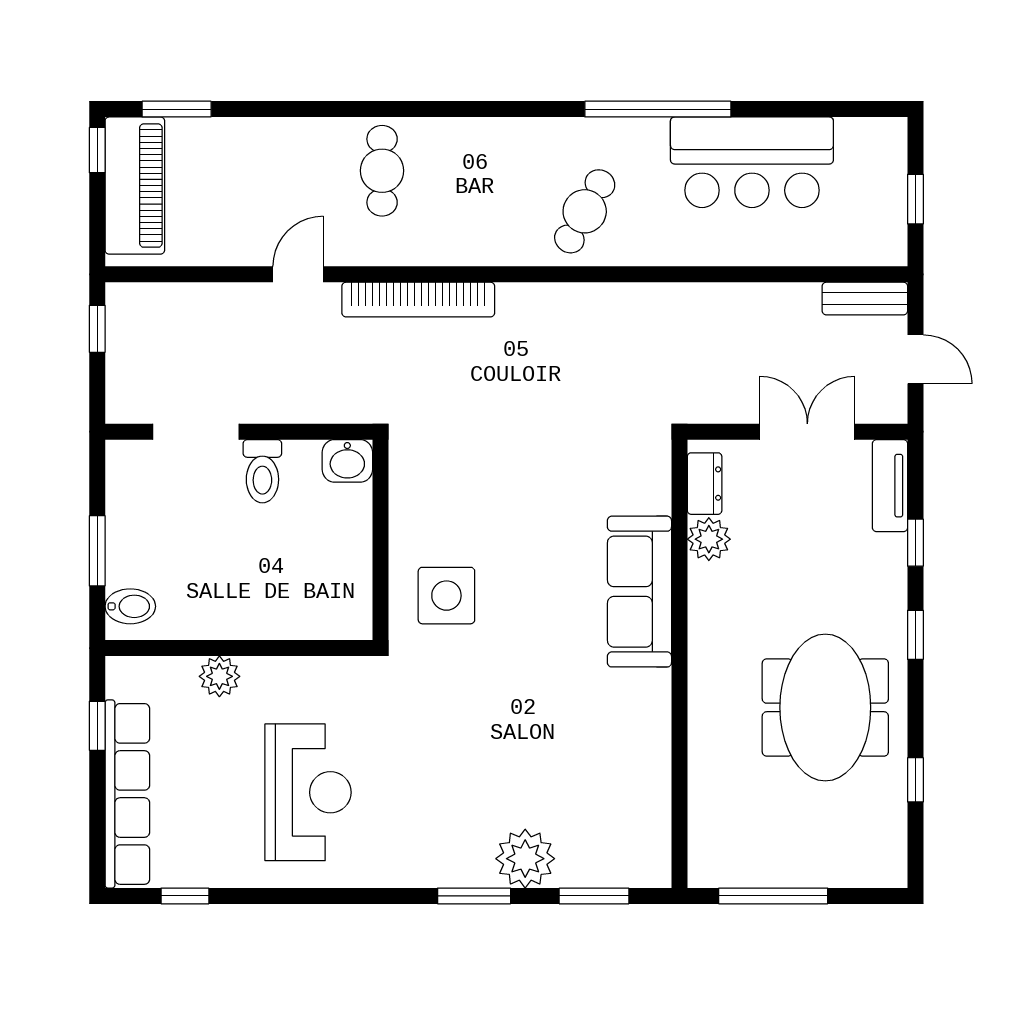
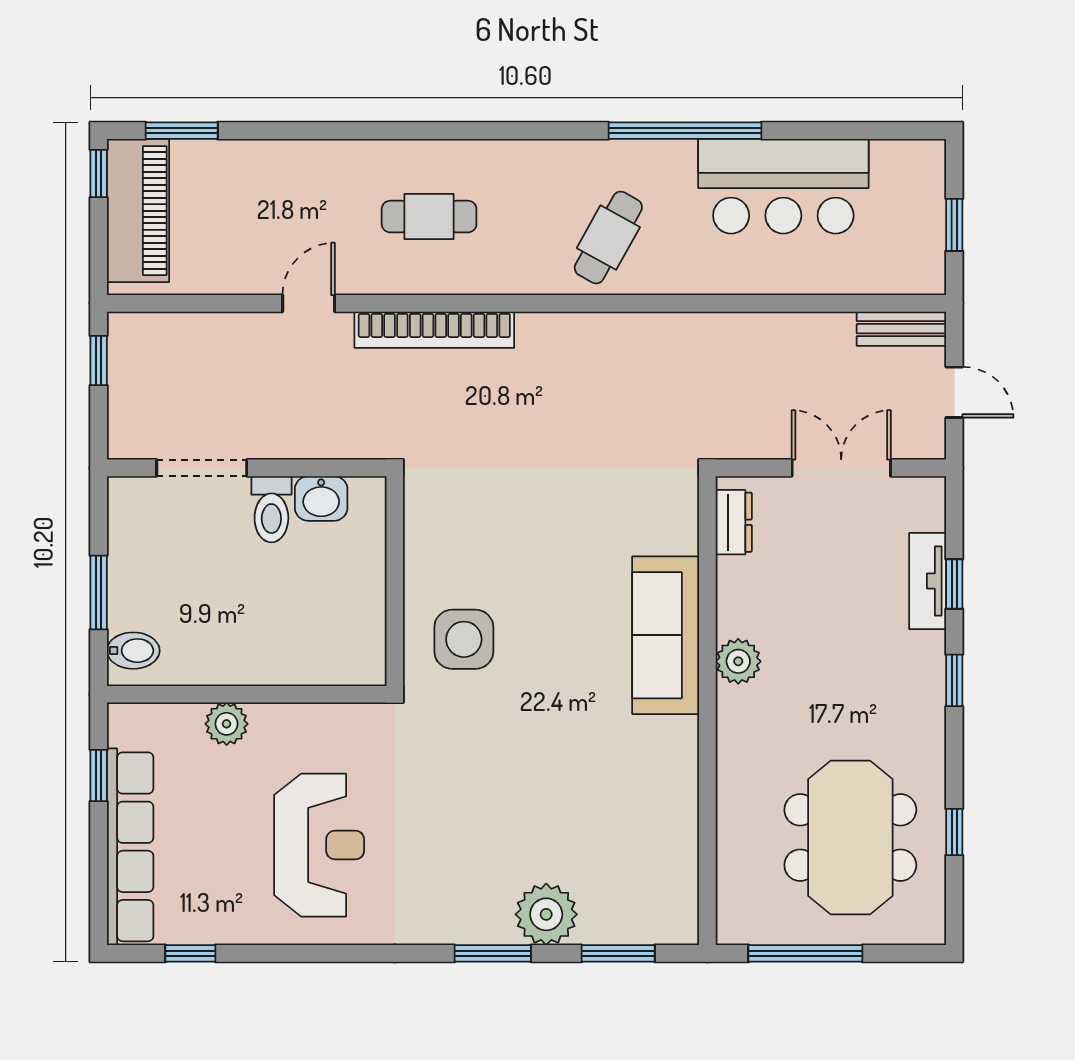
cafe table: (382, 171) -> (429, 217), moved, turned 90
washbasin: (347, 461) -> (321, 498), moved
tv unit: (890, 486) -> (928, 581), moved
plant: (709, 539) -> (738, 661), moved
meeting table: (825, 707) -> (850, 837), moved

